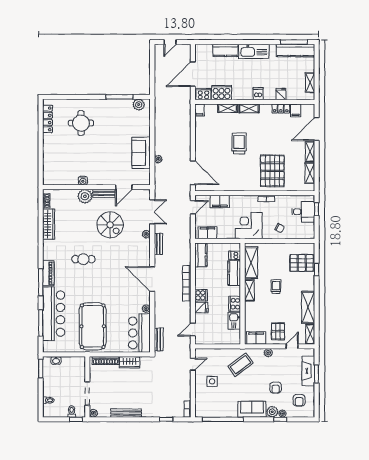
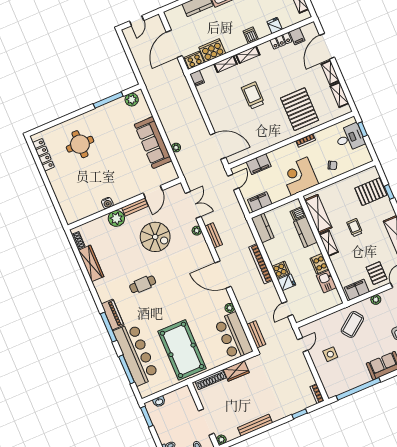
sofa: (141, 153) -> (153, 143), width x1.36

